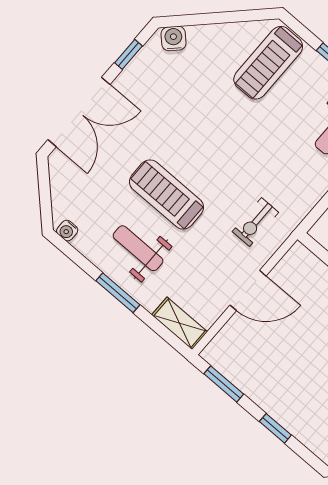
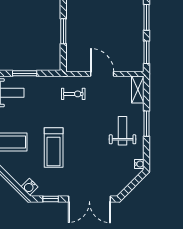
double door: (79, 112) -> (89, 199), swing flipped
treadmill: (166, 194) -> (54, 147), moved
weight bench: (138, 248) -> (123, 131), turned 180
window: (275, 428) -> (147, 17), width x1.50

